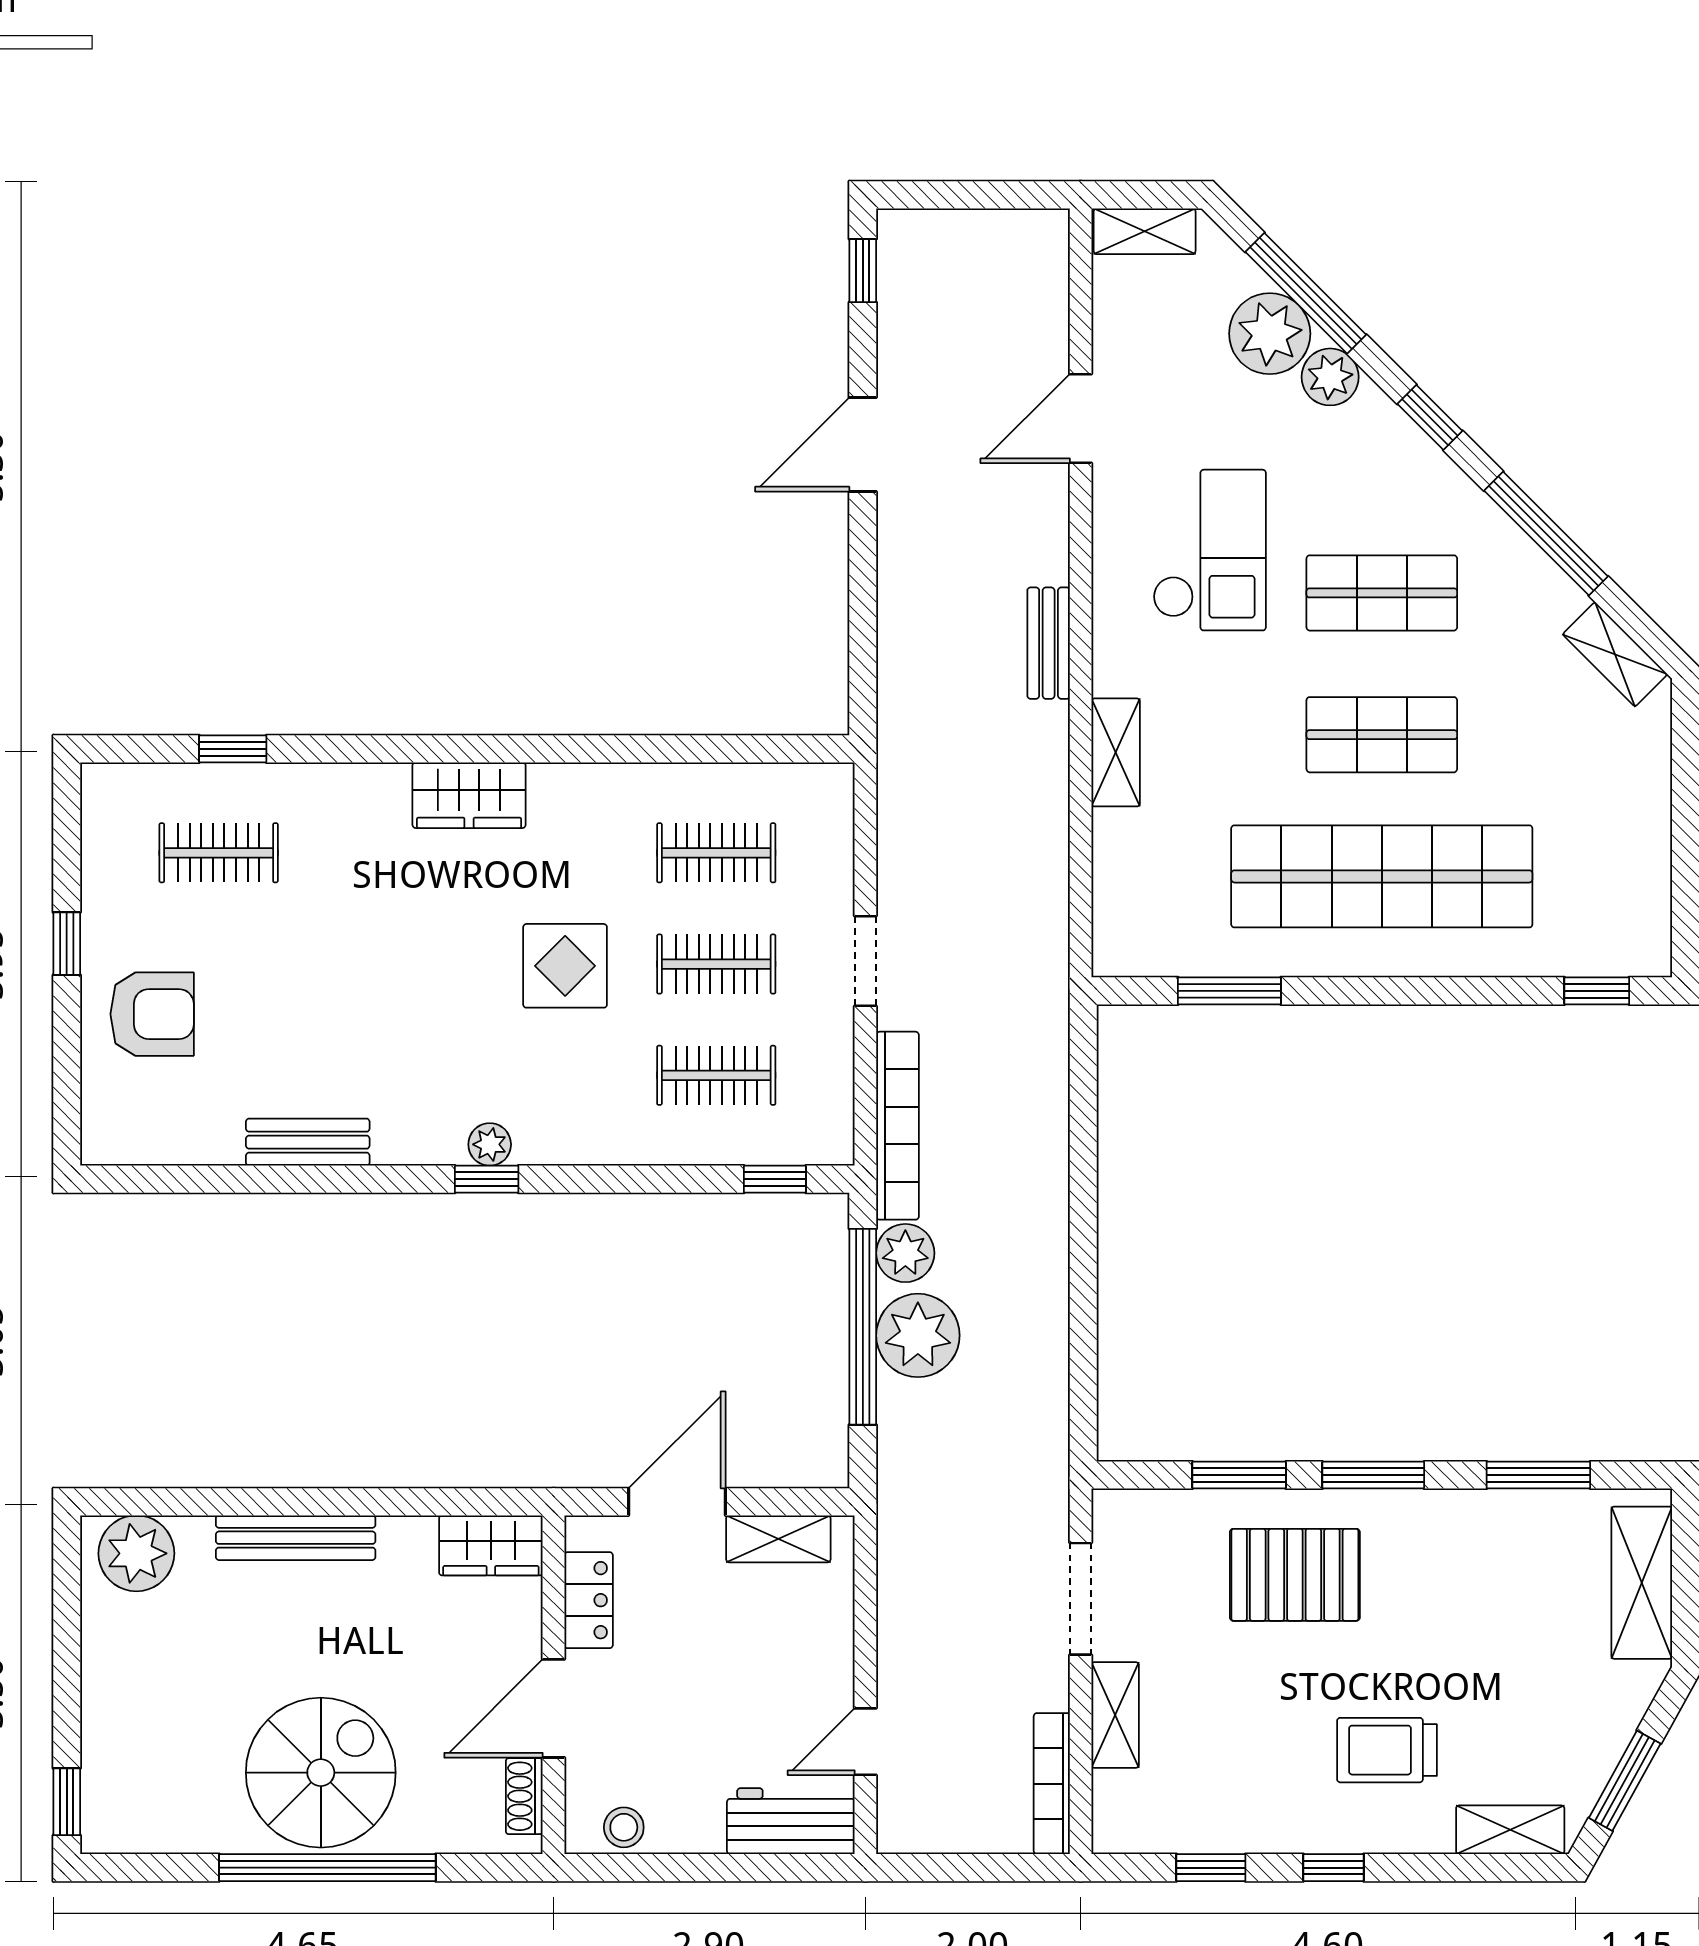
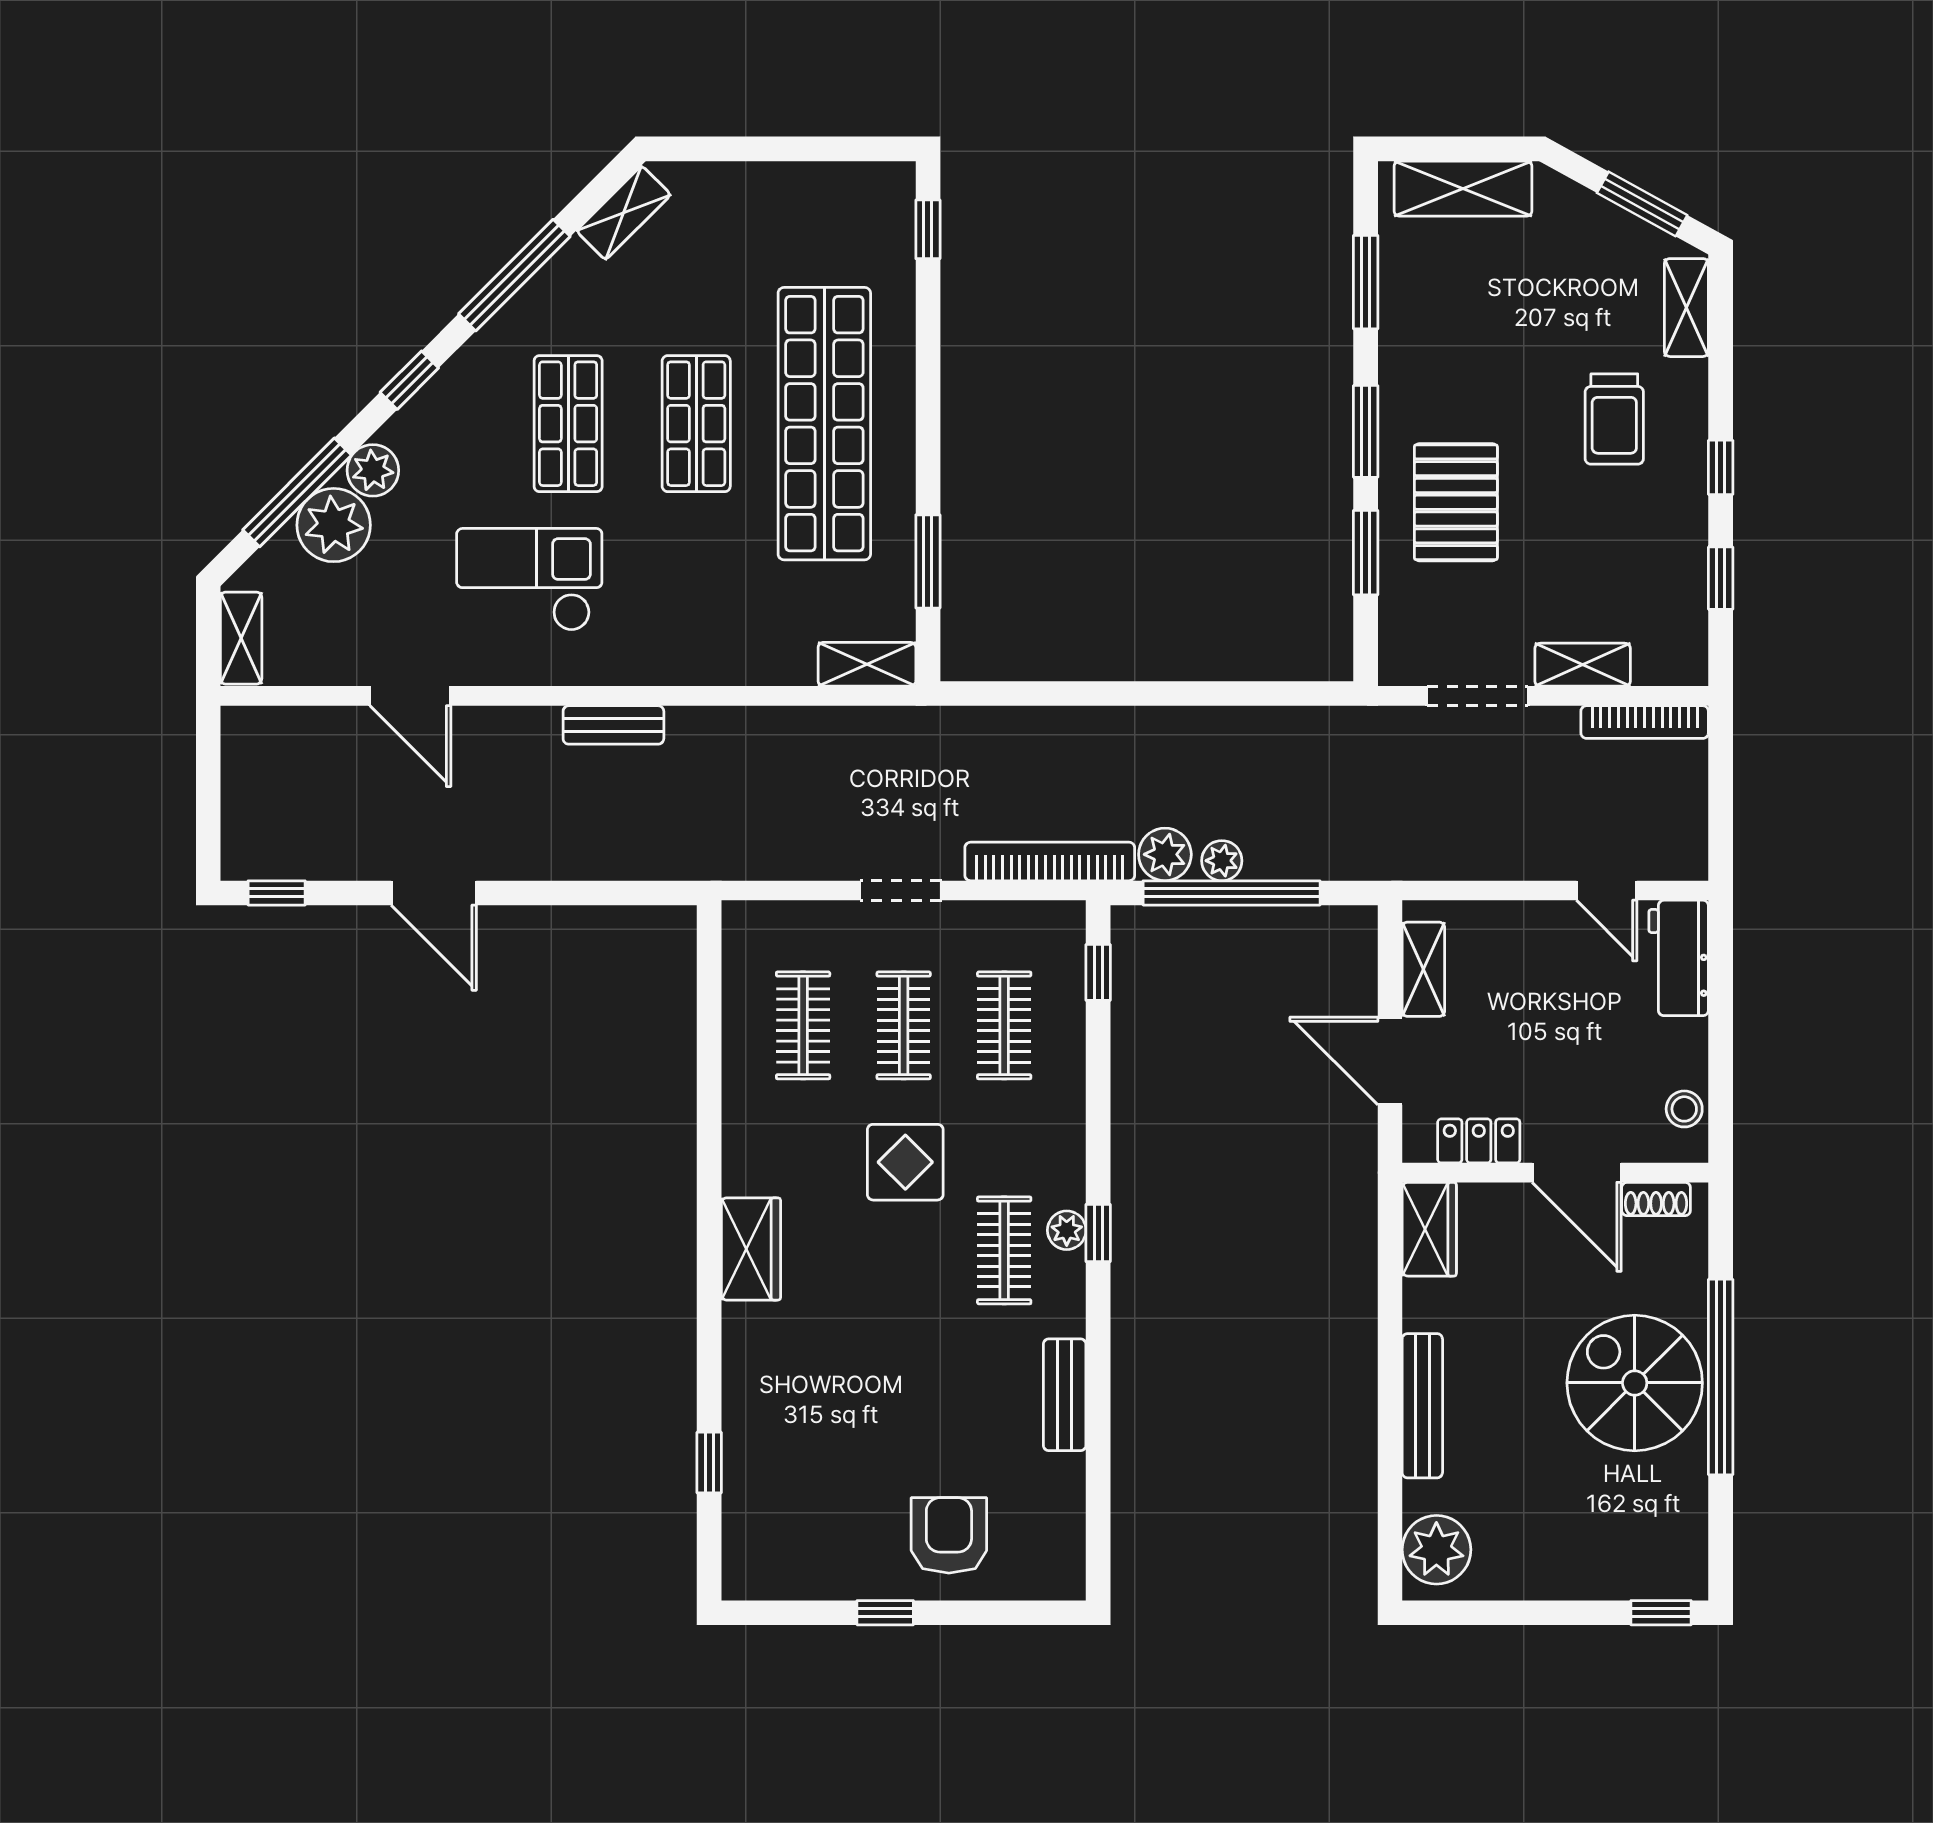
shelving: (1116, 752) -> (867, 664), moved
clothes rail: (219, 853) -> (1004, 1250), moved
plant: (918, 1335) -> (1222, 861), width x0.53, depth x0.53

